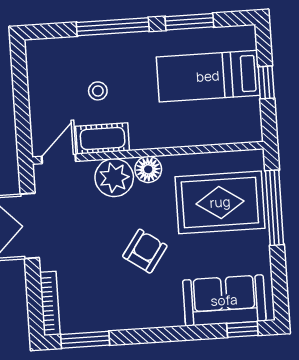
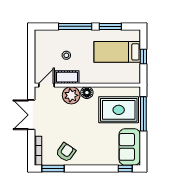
armchair: (145, 251) -> (66, 152), moved
sofa: (224, 300) -> (130, 147), moved, turned -90

